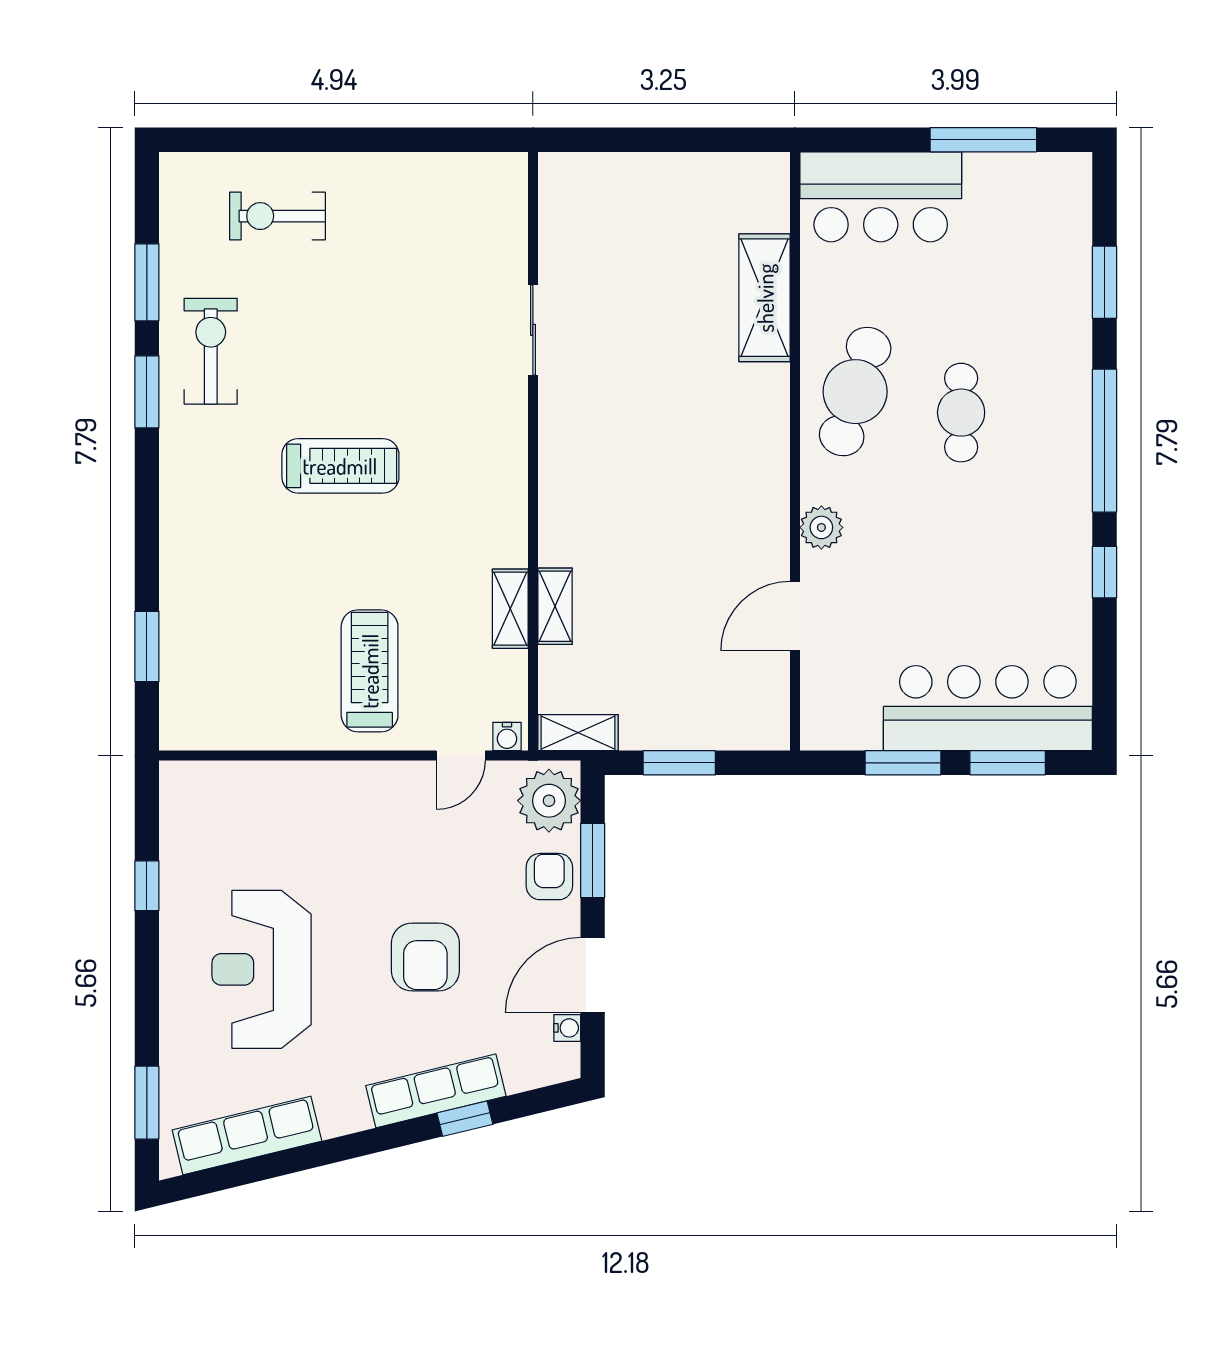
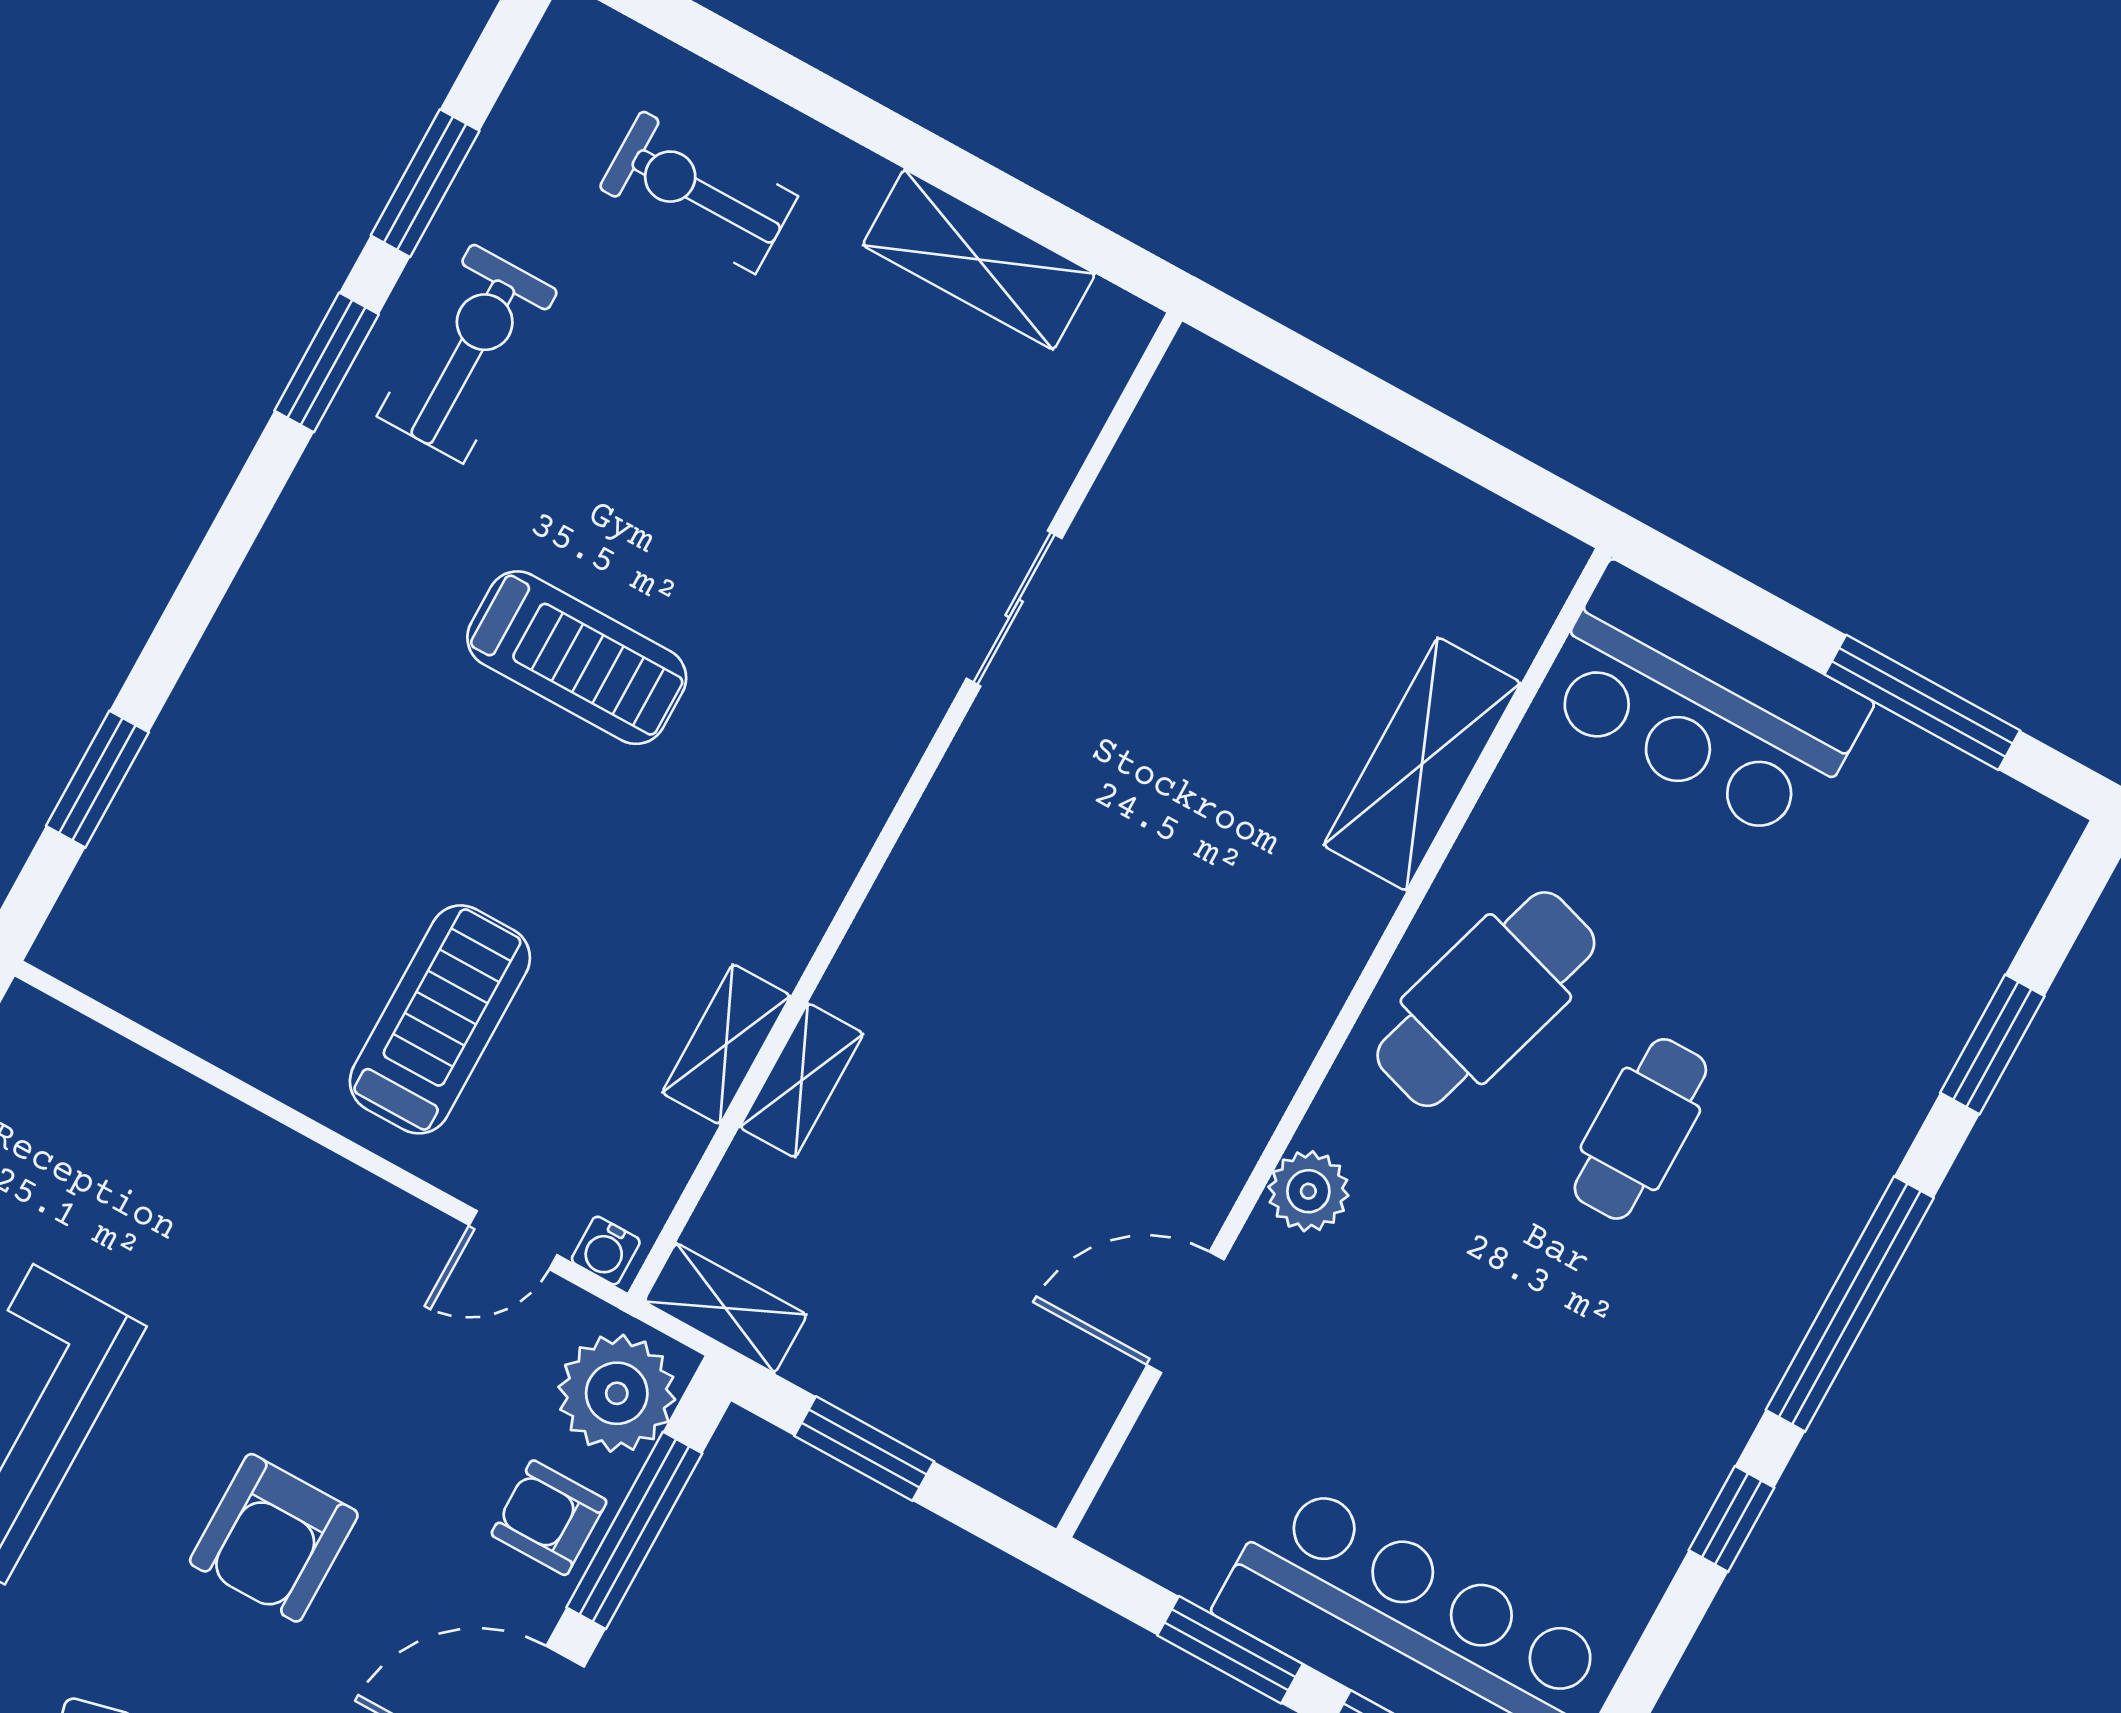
shelving: (426, 175) -> (979, 259), added
window: (593, 860) -> (634, 1530), width x1.44
armchair: (549, 877) -> (549, 1518), turned -90

